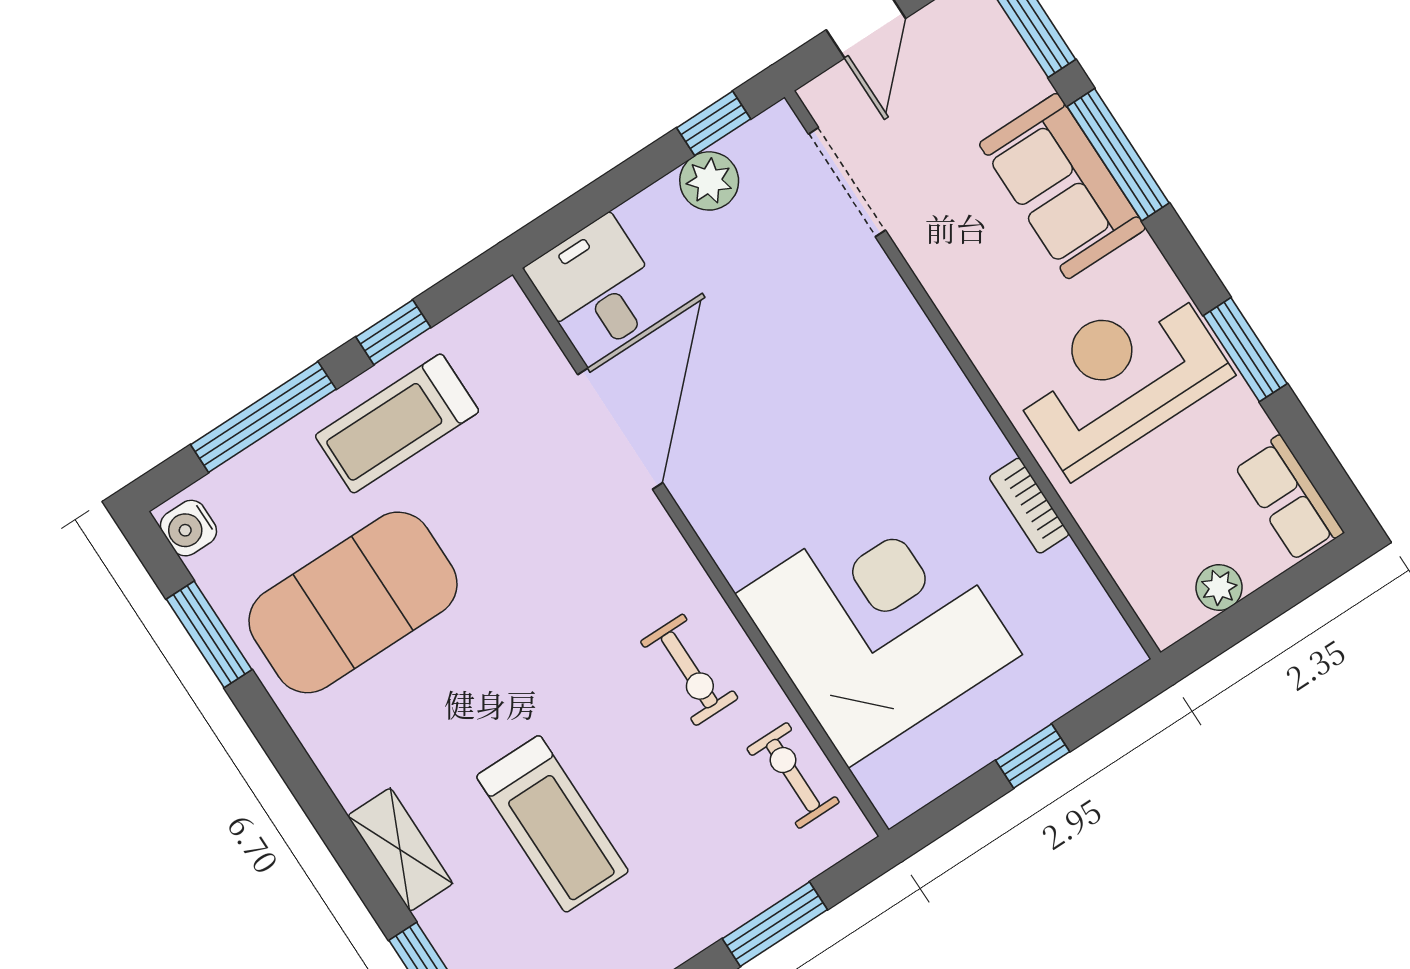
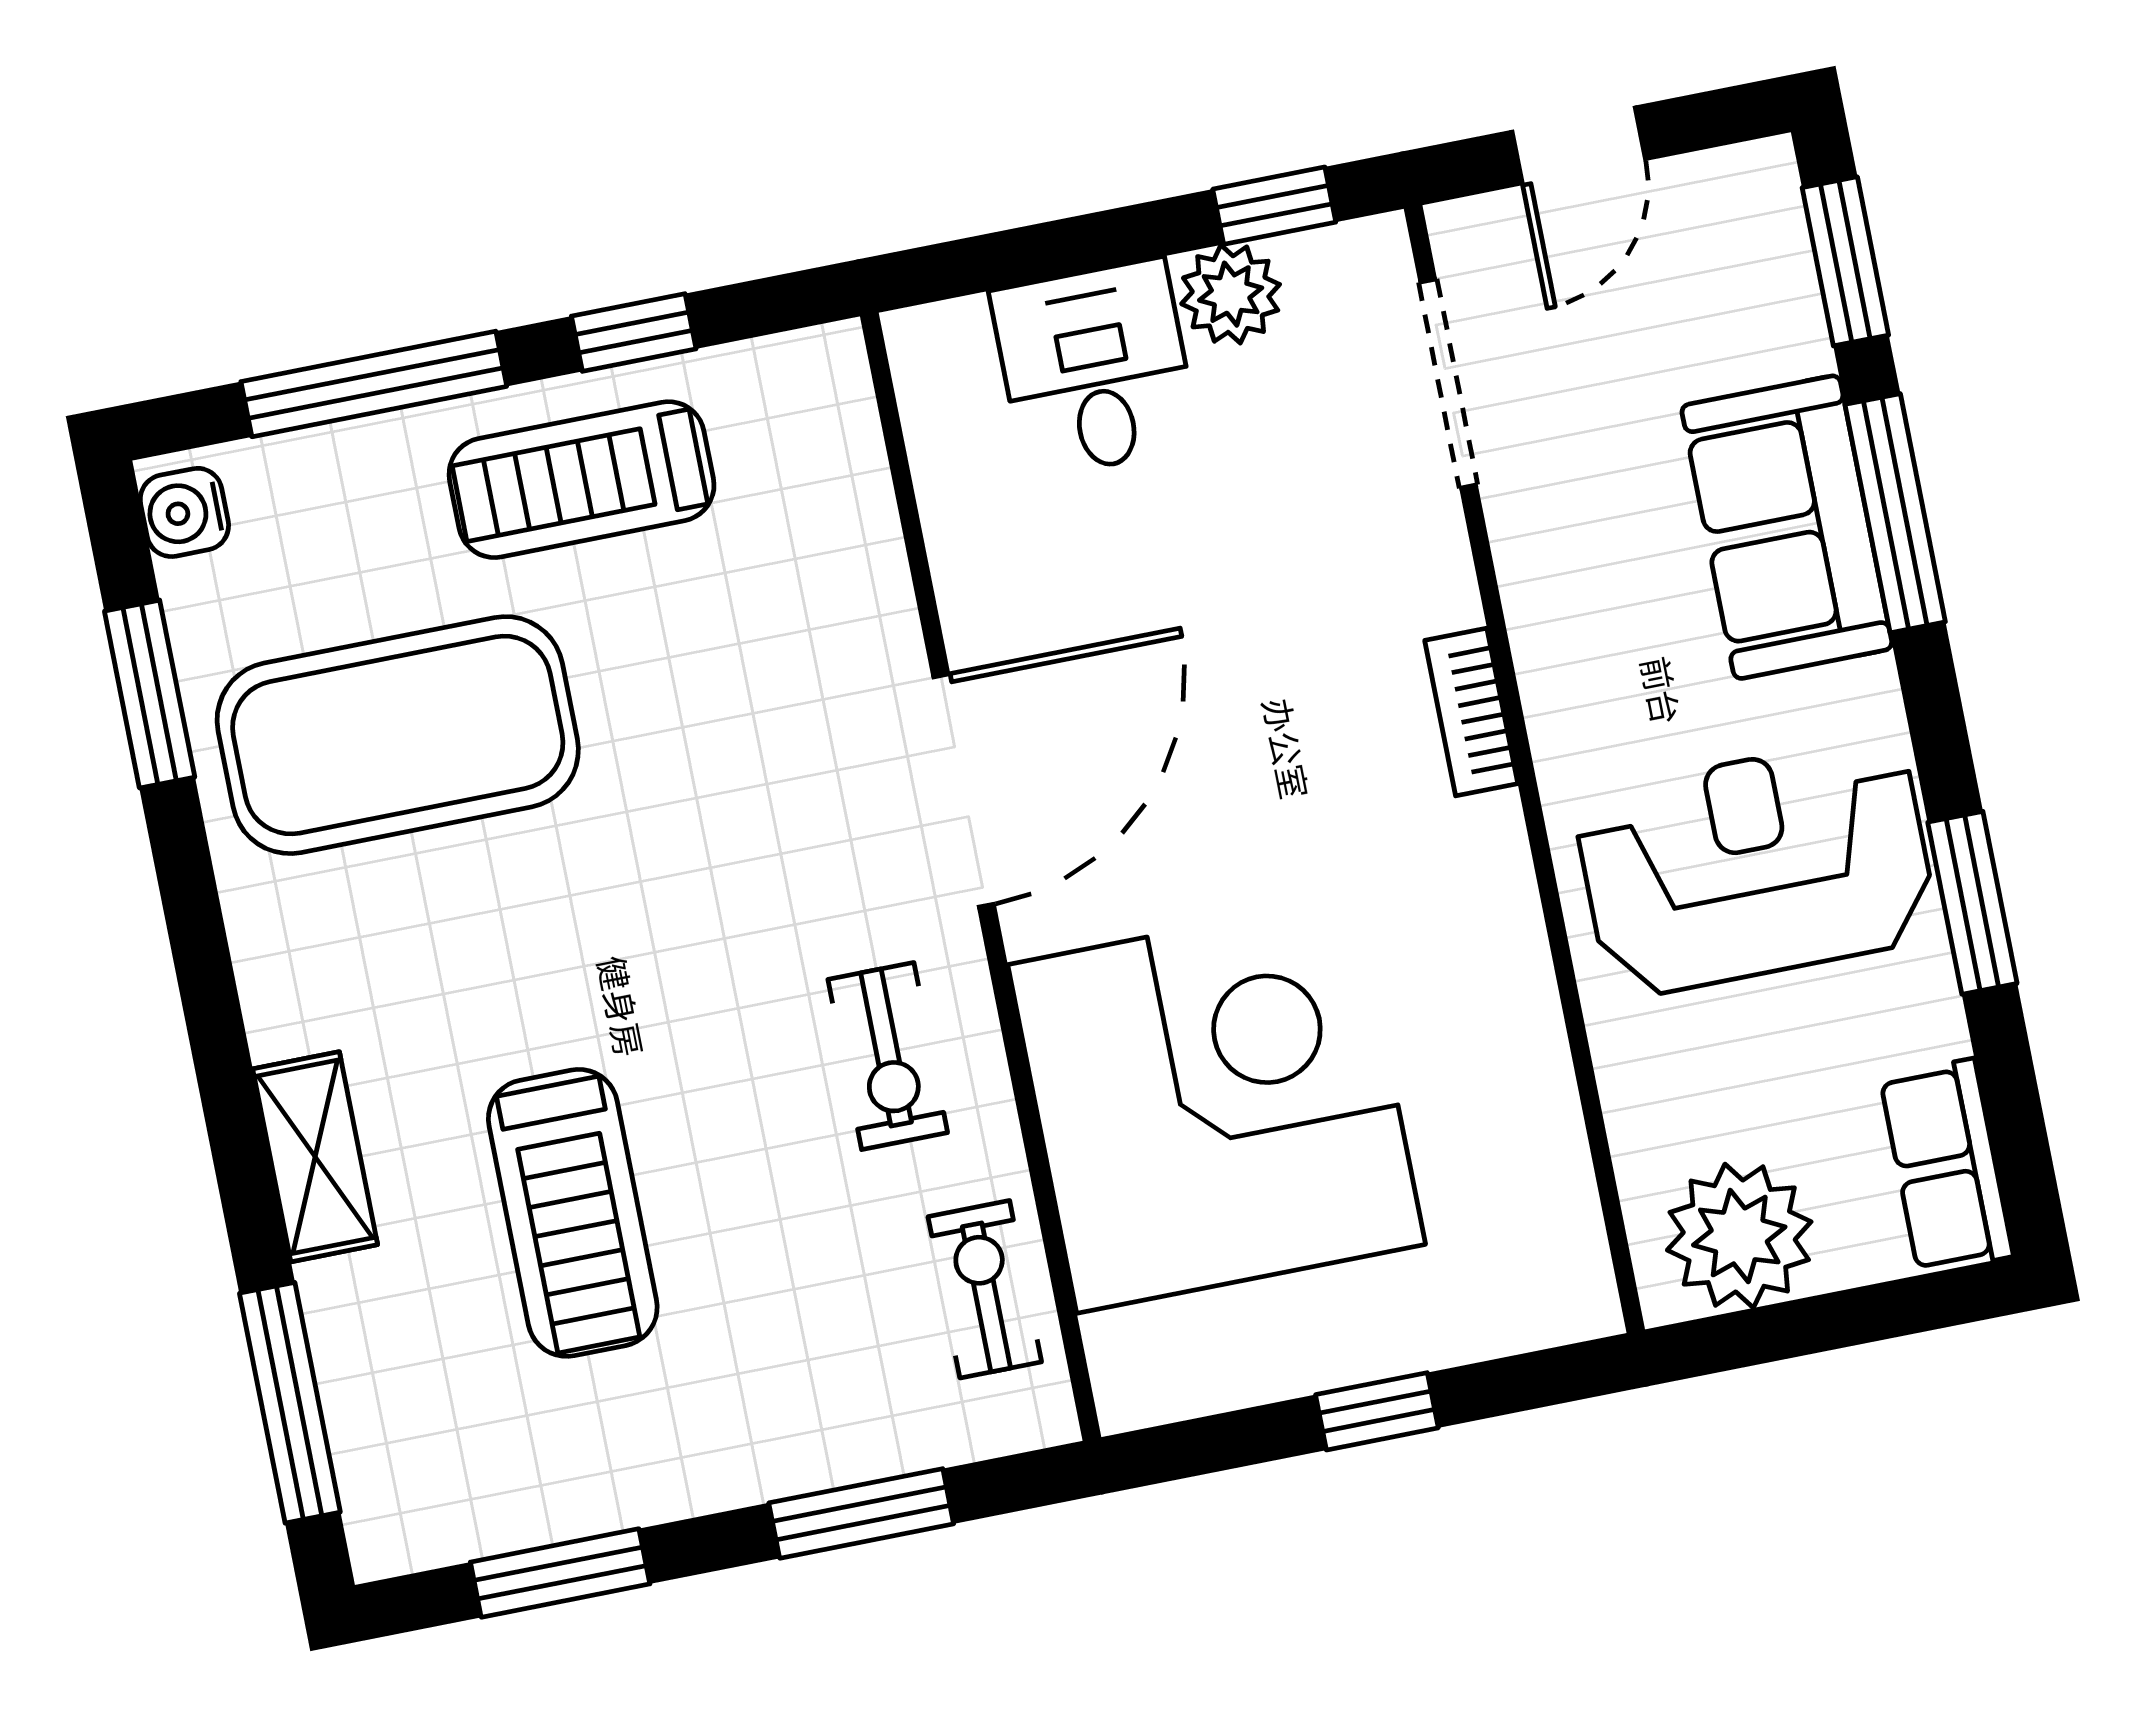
desk: (597, 287) -> (1095, 369), moved
door: (620, 429) -> (964, 791), moved
bookcase: (1029, 506) -> (1471, 712), moved
plant: (1219, 587) -> (1739, 1236), width x1.87, depth x1.87

